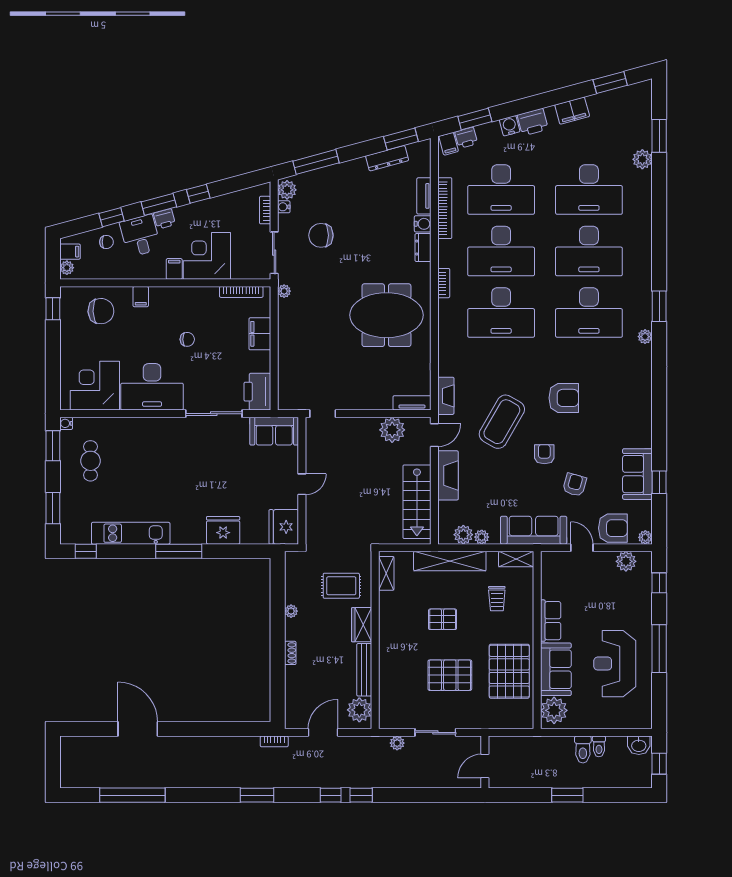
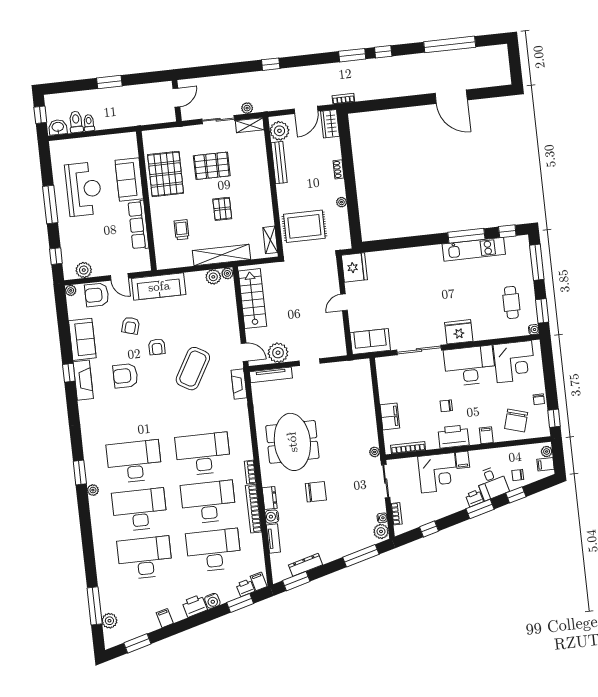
filing cabinet: (572, 111) -> (165, 618), width x0.50
window: (659, 136) -> (95, 606), width x1.44
plant: (642, 159) -> (109, 621), moved
window: (198, 194) -> (429, 529), moved
bookcase: (445, 208) -> (254, 509), moved
chair: (321, 235) -> (316, 492), moved
chair: (101, 311) -> (516, 420), turned -72
meeting table: (386, 315) -> (292, 442), turned 90
chair: (69, 335) -> (539, 399), added
plant: (645, 337) -> (93, 490), moved
printer: (257, 392) -> (453, 436), moved, turned -90
armchair: (564, 398) -> (125, 376), moved
tv unit: (412, 403) -> (271, 375), width x1.41
doorway: (323, 414) -> (310, 362), moved
door: (434, 435) -> (245, 352), swing flipped
fireplace: (448, 475) -> (83, 380), moved, turned 180
window: (659, 482) -> (69, 373), moved
window: (53, 508) -> (537, 262), width x1.44
fridge: (223, 530) -> (459, 332), moved, turned 180
plant: (482, 537) -> (227, 273), moved
window: (179, 551) -> (466, 236), moved
shelving: (516, 559) -> (250, 125), moved
rug: (341, 586) -> (304, 226), width x1.36, depth x1.43
pallet: (443, 619) -> (222, 209), turned 90
row of seats: (551, 621) -> (138, 225), width x1.48
wardrobe: (362, 625) -> (330, 124), moved, turned 180
plant: (554, 710) -> (127, 147), removed
toilet: (583, 749) -> (76, 122), moved
window: (331, 795) -> (383, 52), moved

